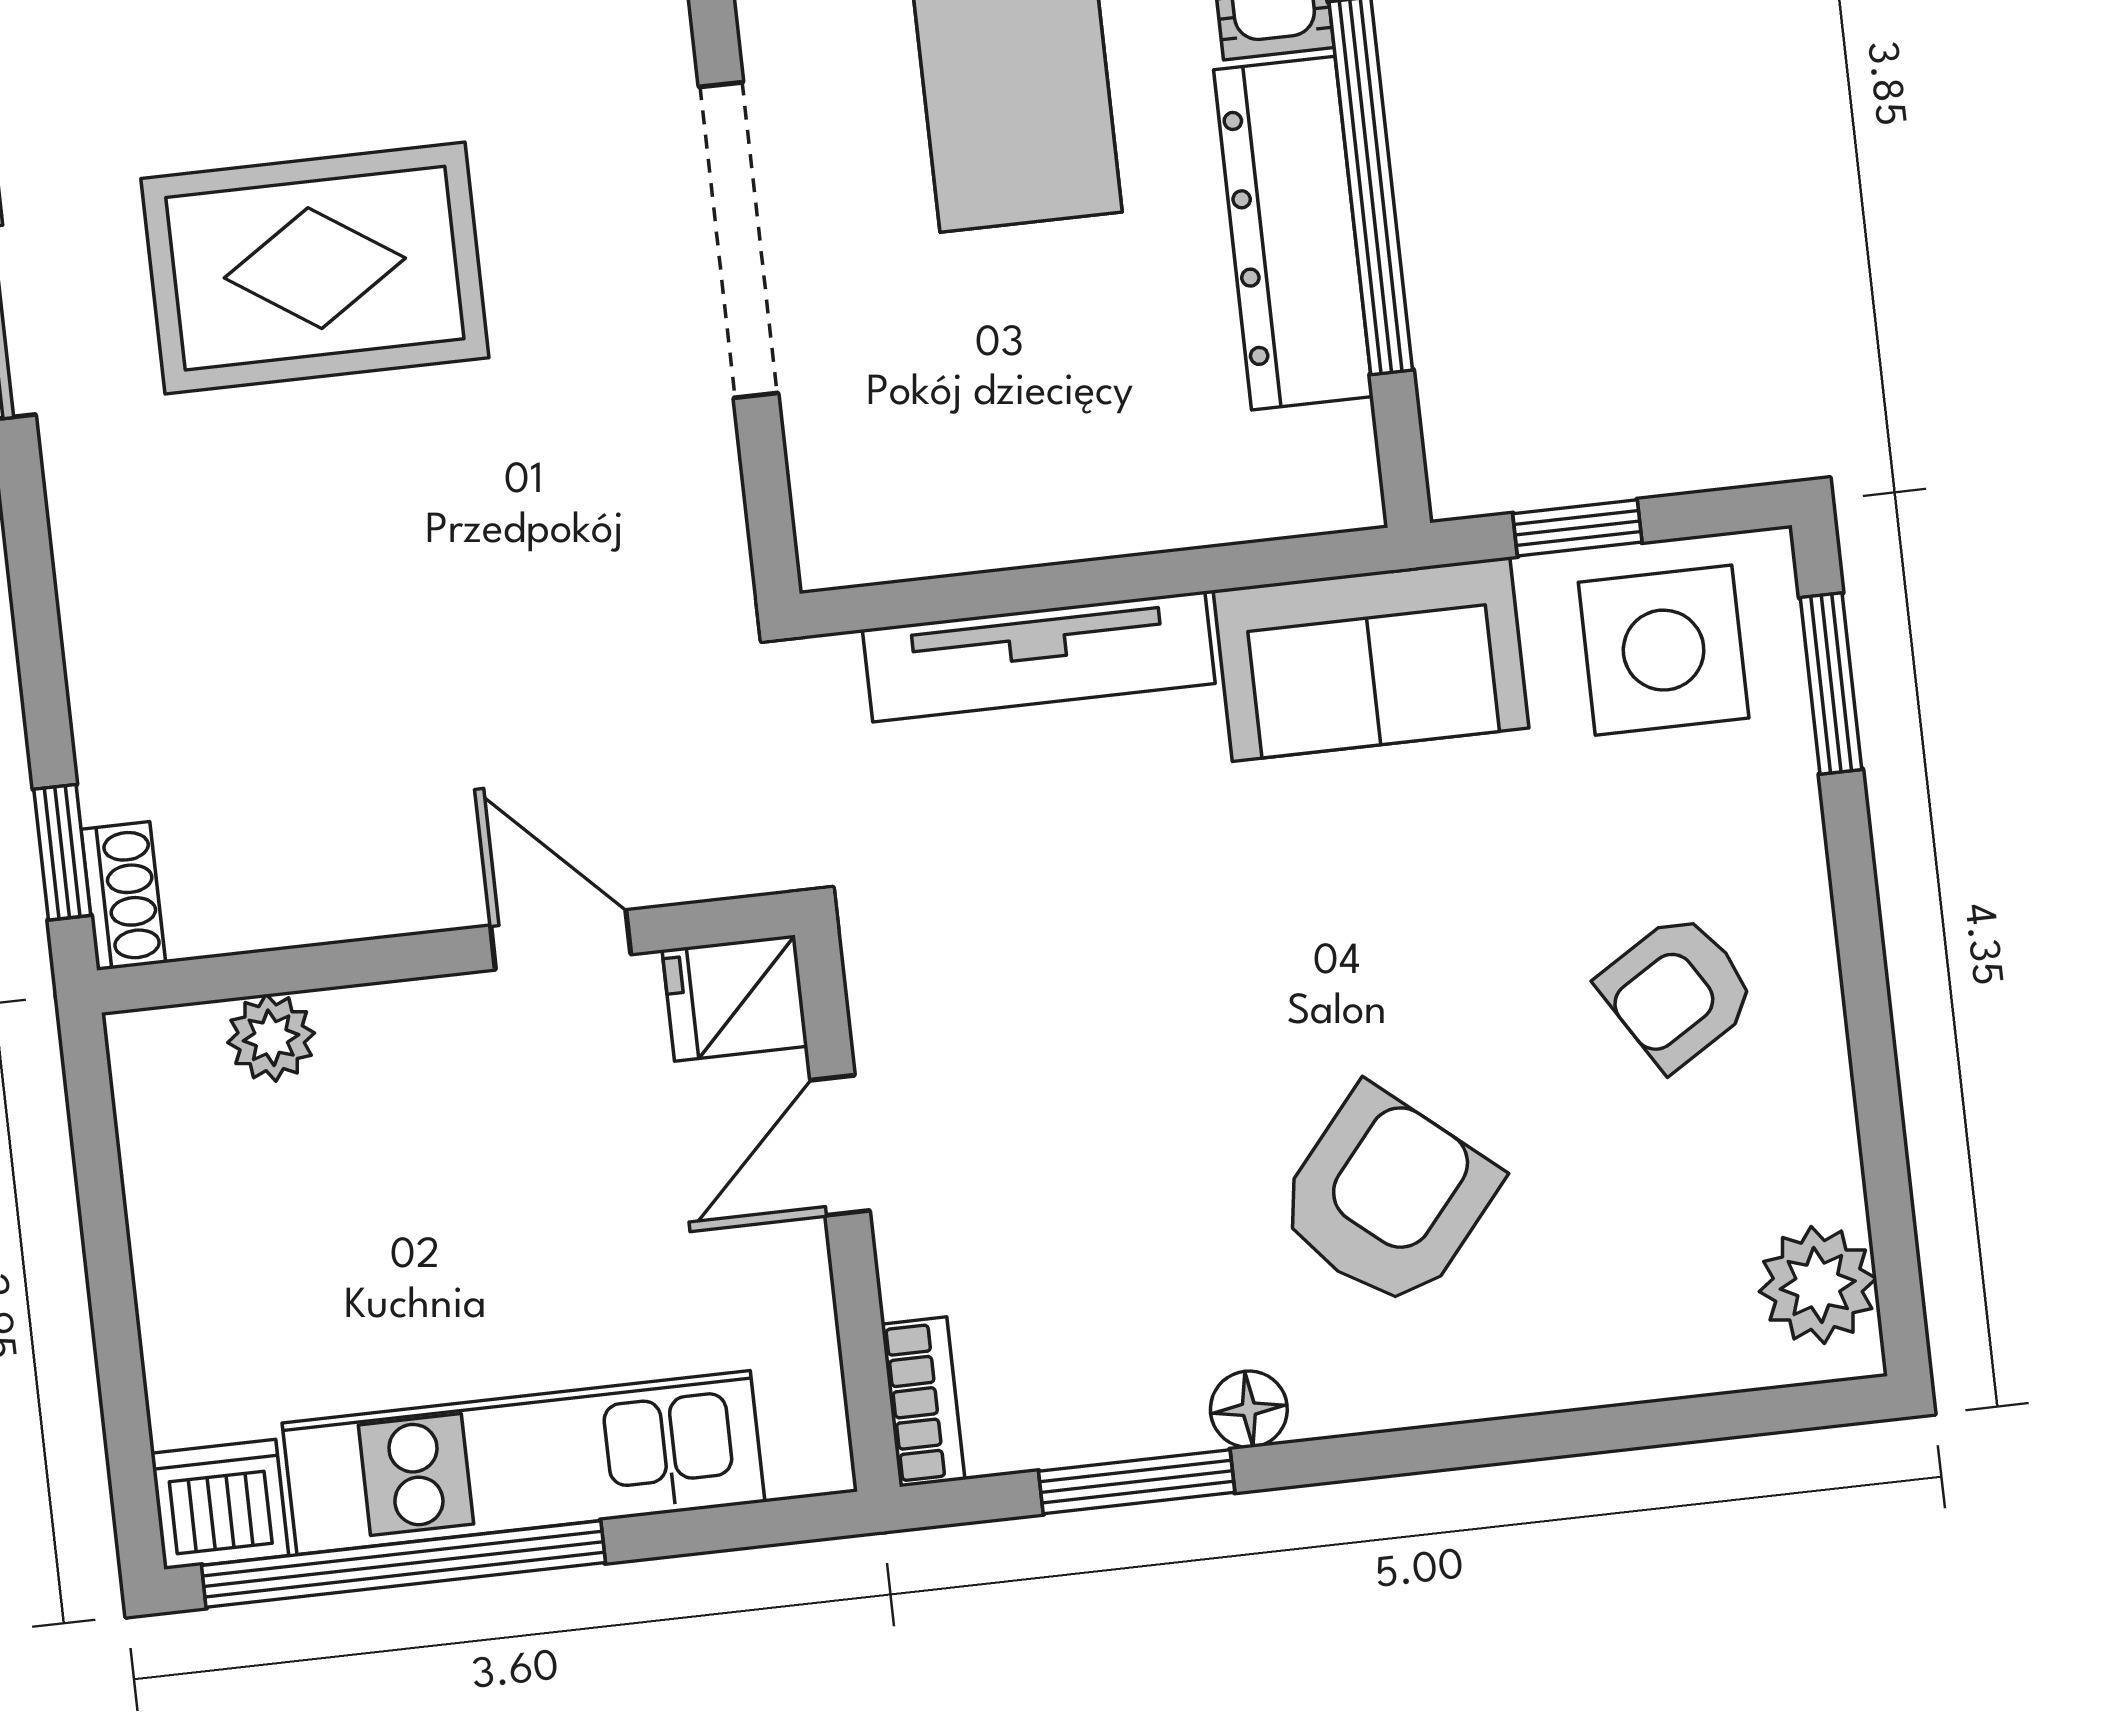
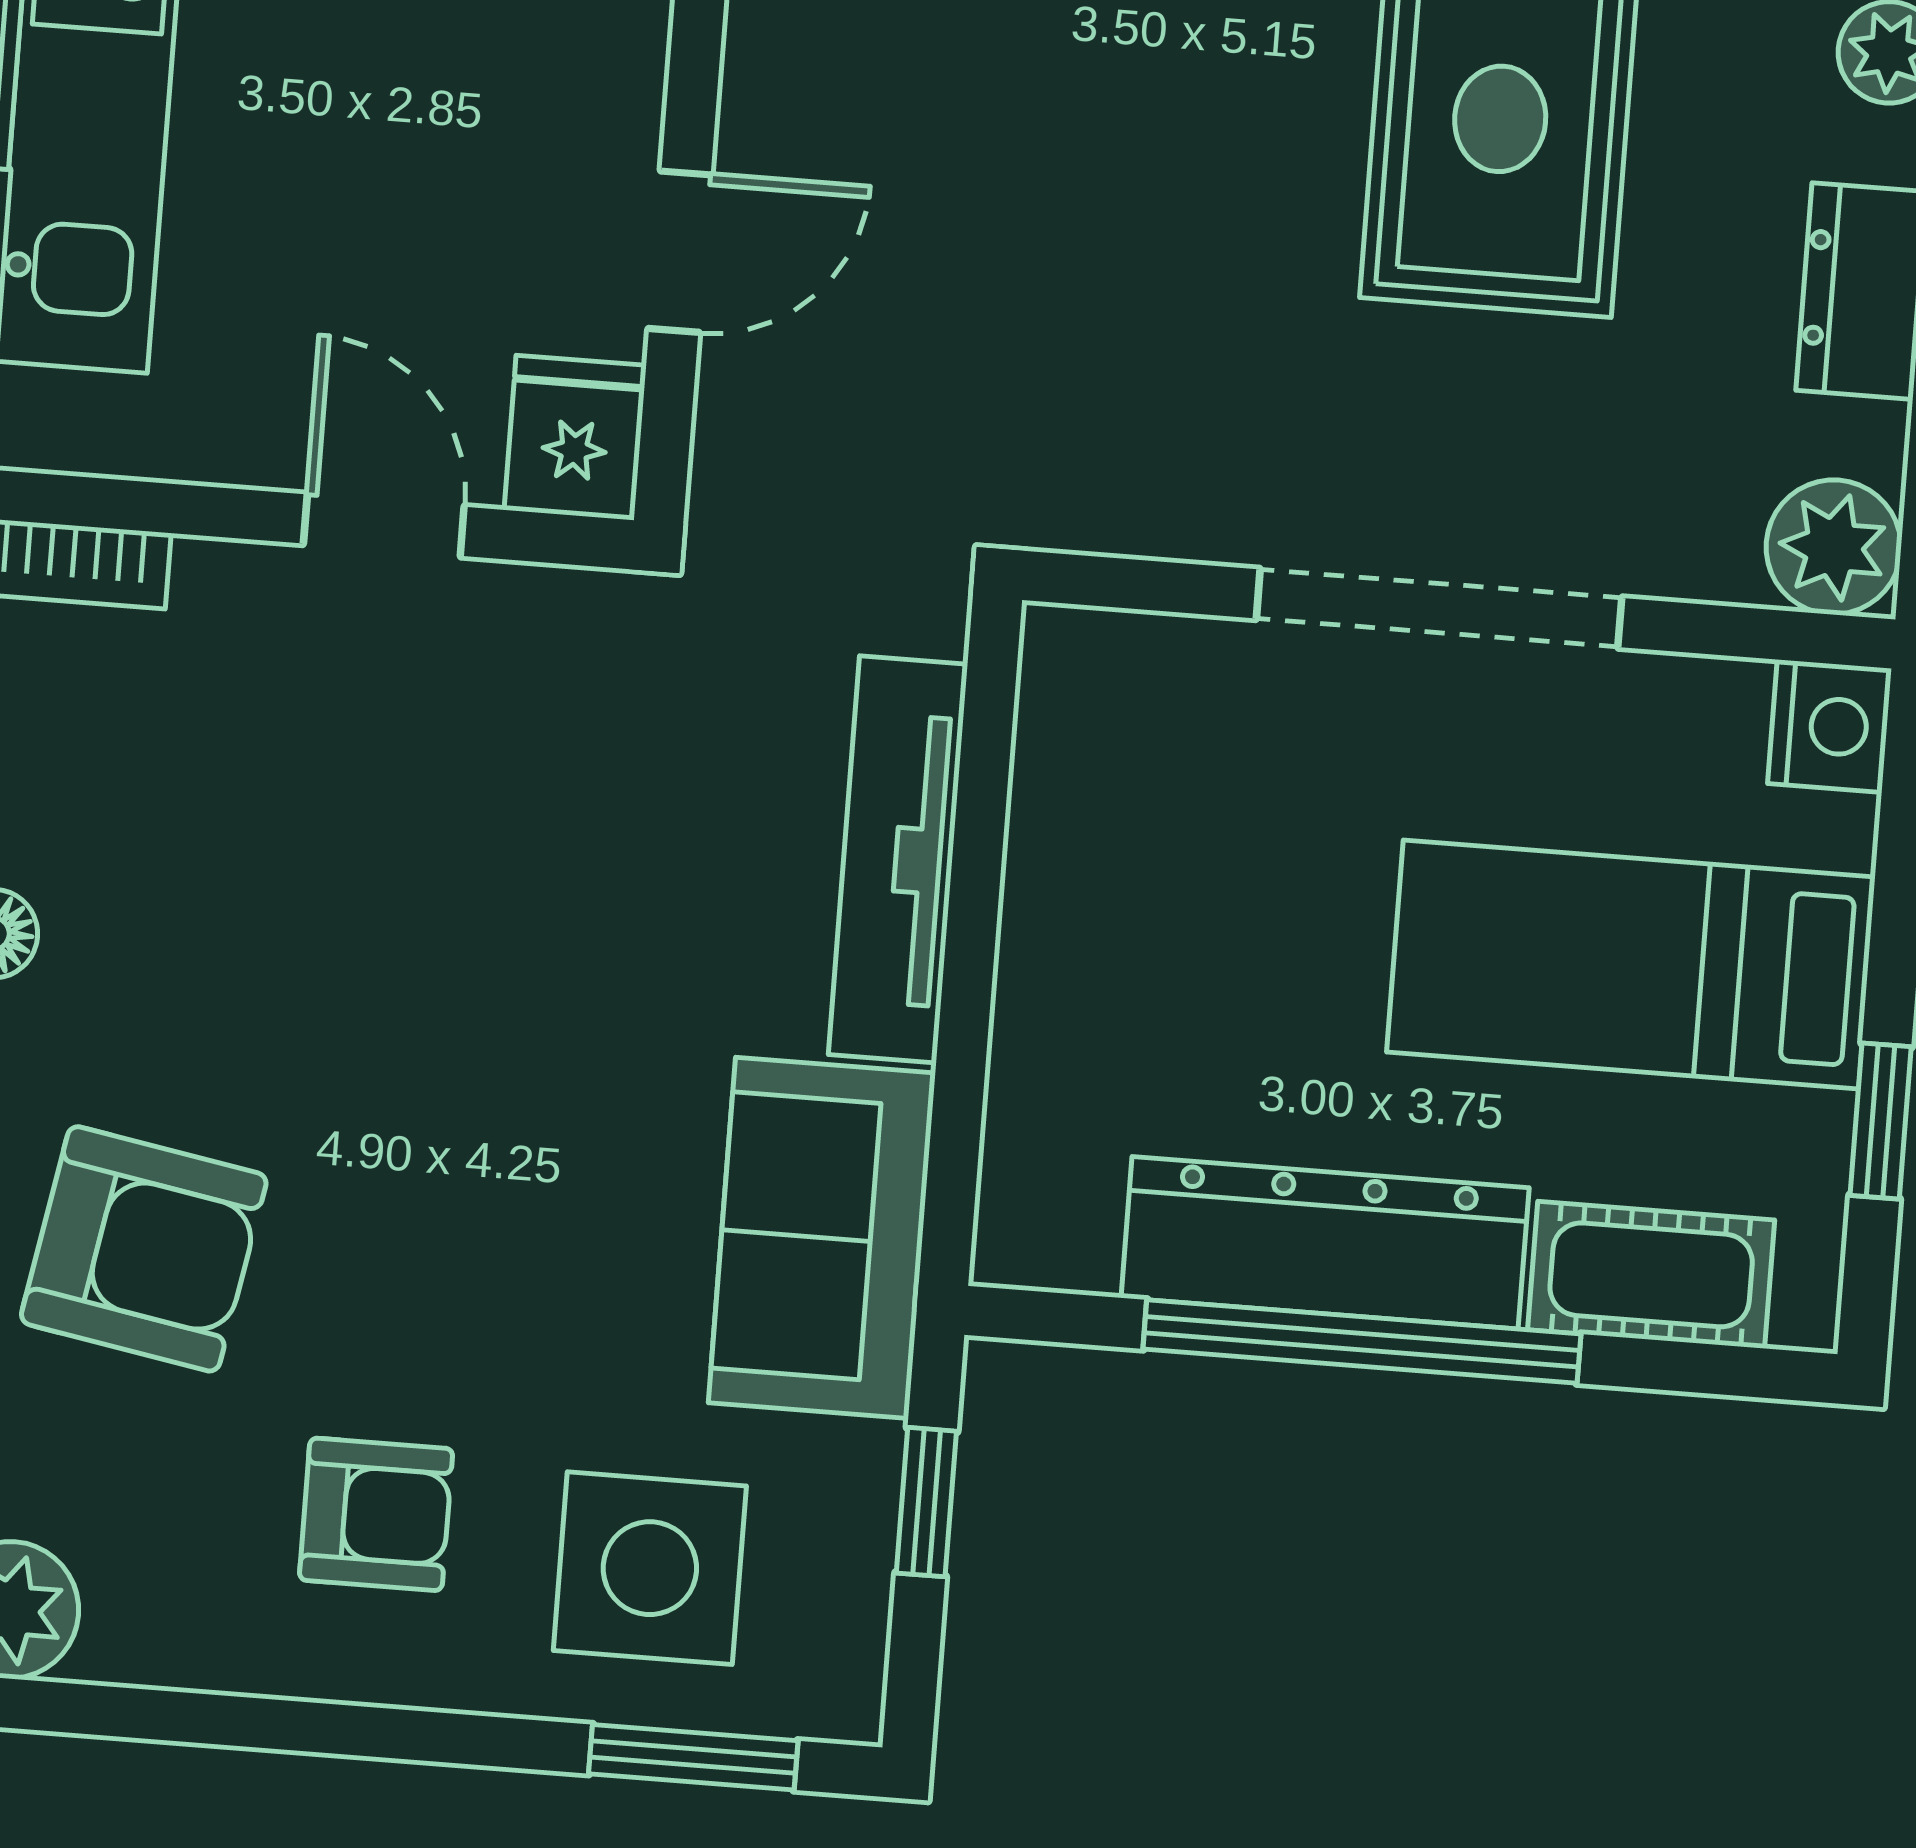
side table: (1664, 650) -> (650, 1568), moved
armchair: (1677, 991) -> (376, 1514), turned 122
armchair: (1387, 1198) -> (144, 1249), moved, turned -30

